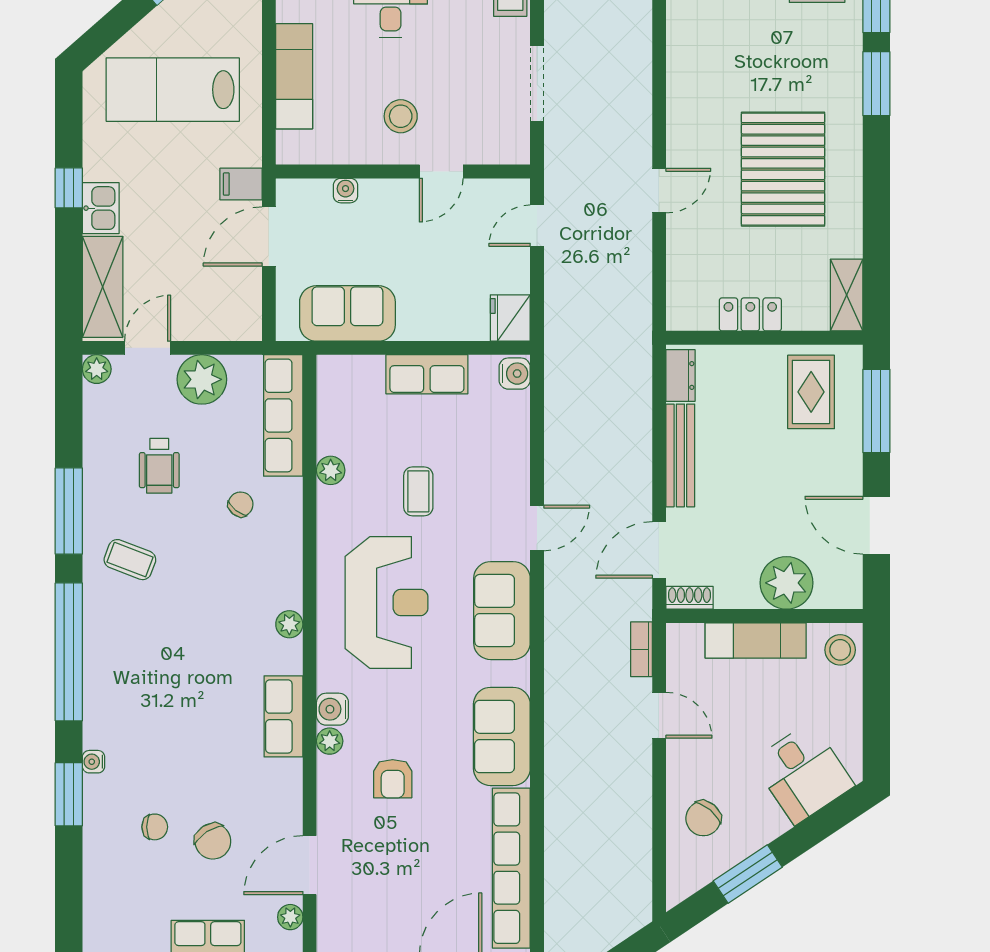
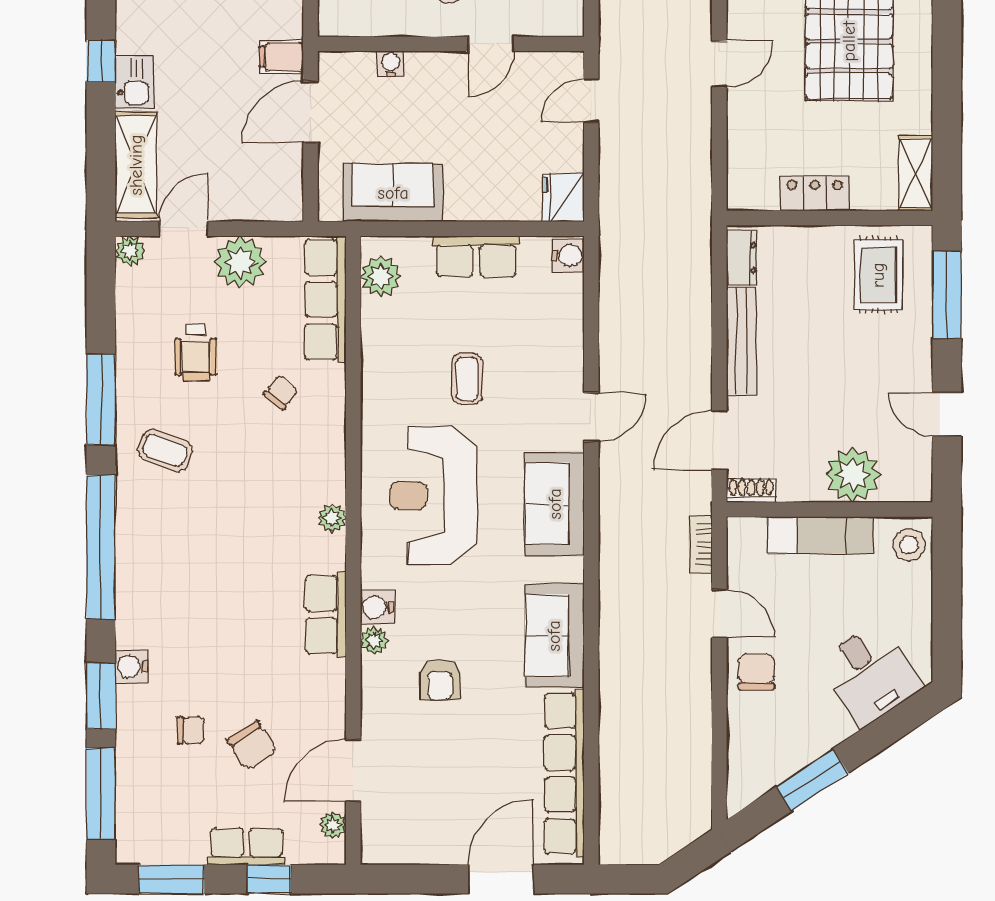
plant: (331, 470) -> (381, 276), moved, width x1.38, depth x1.38
door: (876, 525) -> (947, 414), width x0.73
reception desk: (387, 603) -> (434, 495), turned 180
water cooler: (94, 762) -> (131, 667), width x1.38, depth x1.38
chair: (703, 818) -> (756, 672), moved, turned 140
window: (69, 887) -> (101, 794), added

